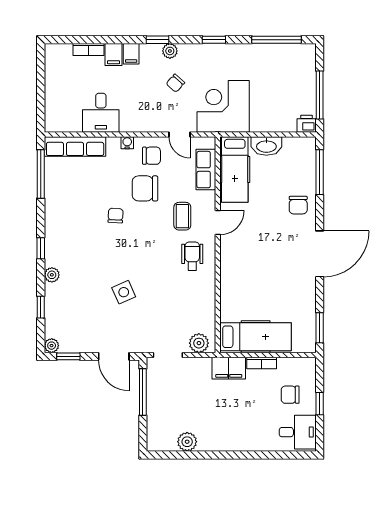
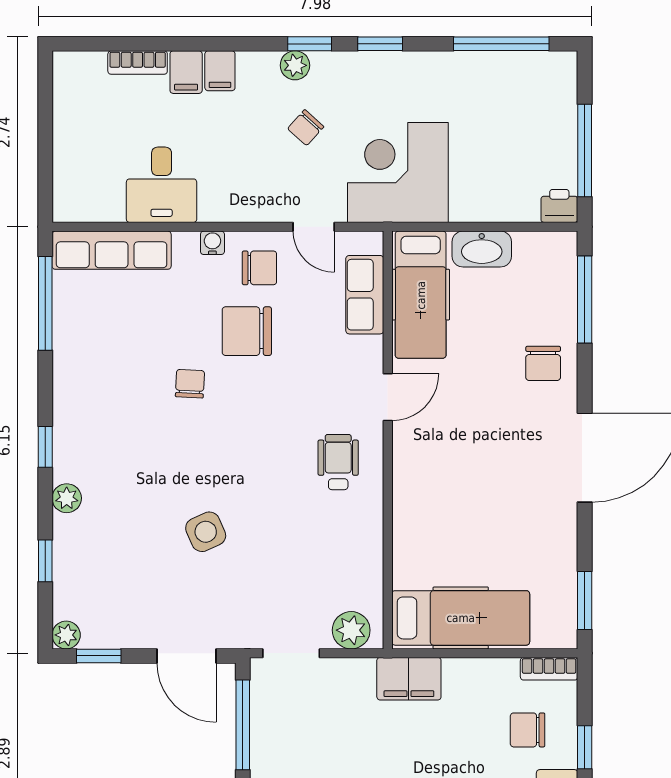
window: (157, 40) -> (310, 44), moved
coffee table: (182, 216) -> (319, 385), removed
bookcase: (262, 363) -> (549, 669), moved

